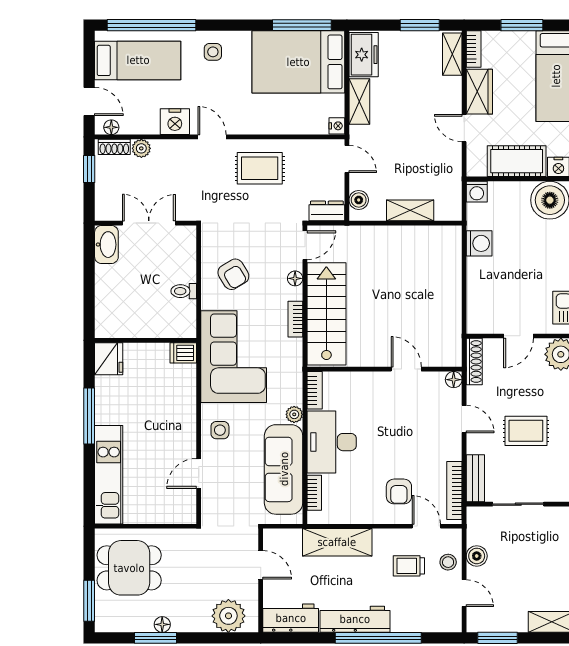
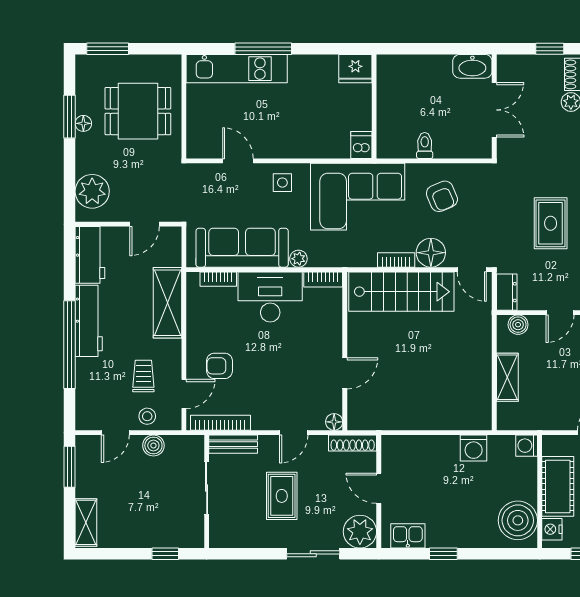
armchair: (233, 274) -> (442, 196), turned -82
floor lamp: (295, 278) -> (431, 253), width x1.89, depth x1.89
window: (89, 416) -> (263, 49), moved
dining table: (129, 568) -> (138, 111), moved, turned 90

